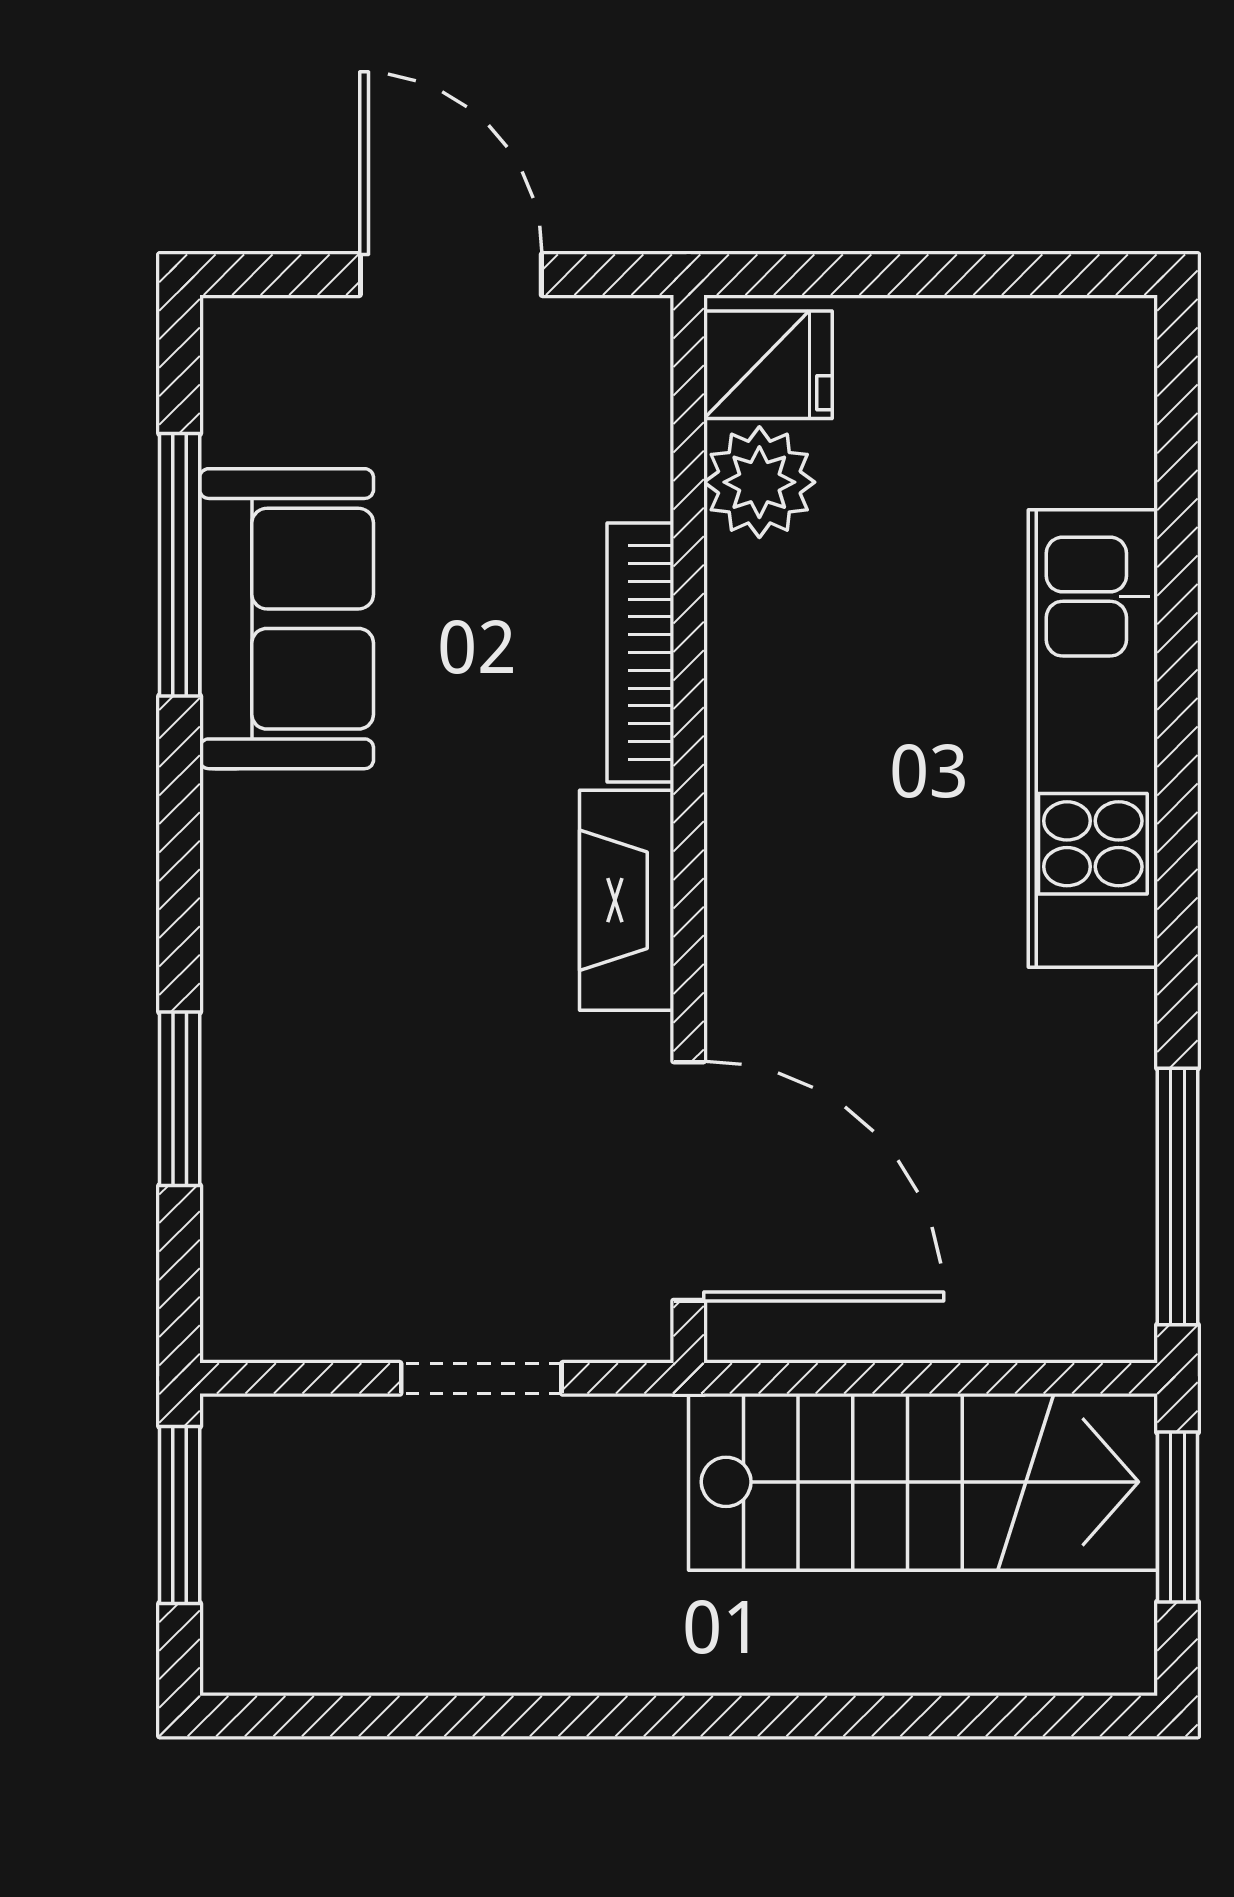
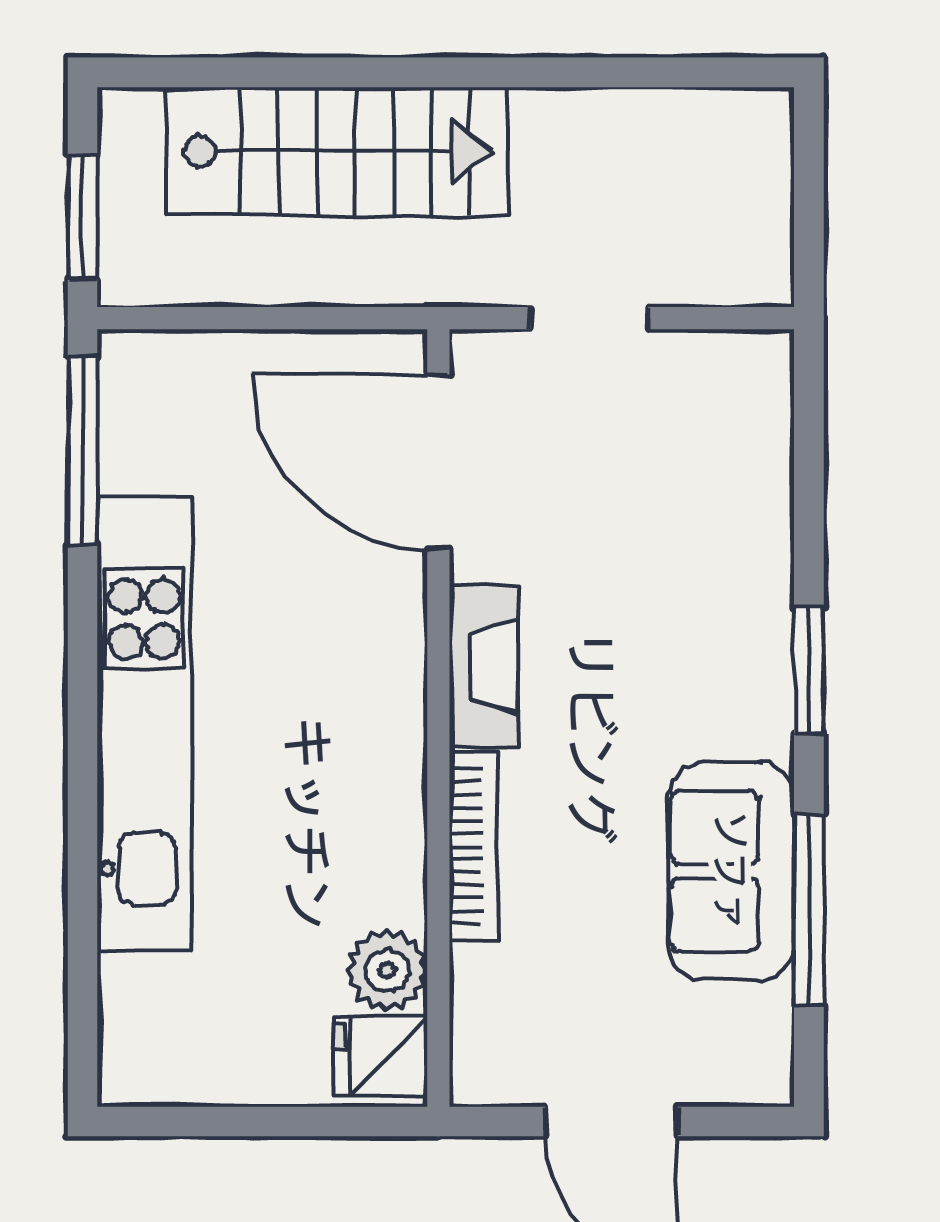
kitchen unit: (1093, 738) -> (144, 723), width x1.36
window: (180, 1099) -> (809, 670), moved
stairs: (923, 1482) -> (337, 151), moved, turned 180
window: (180, 1515) -> (809, 219), removed

